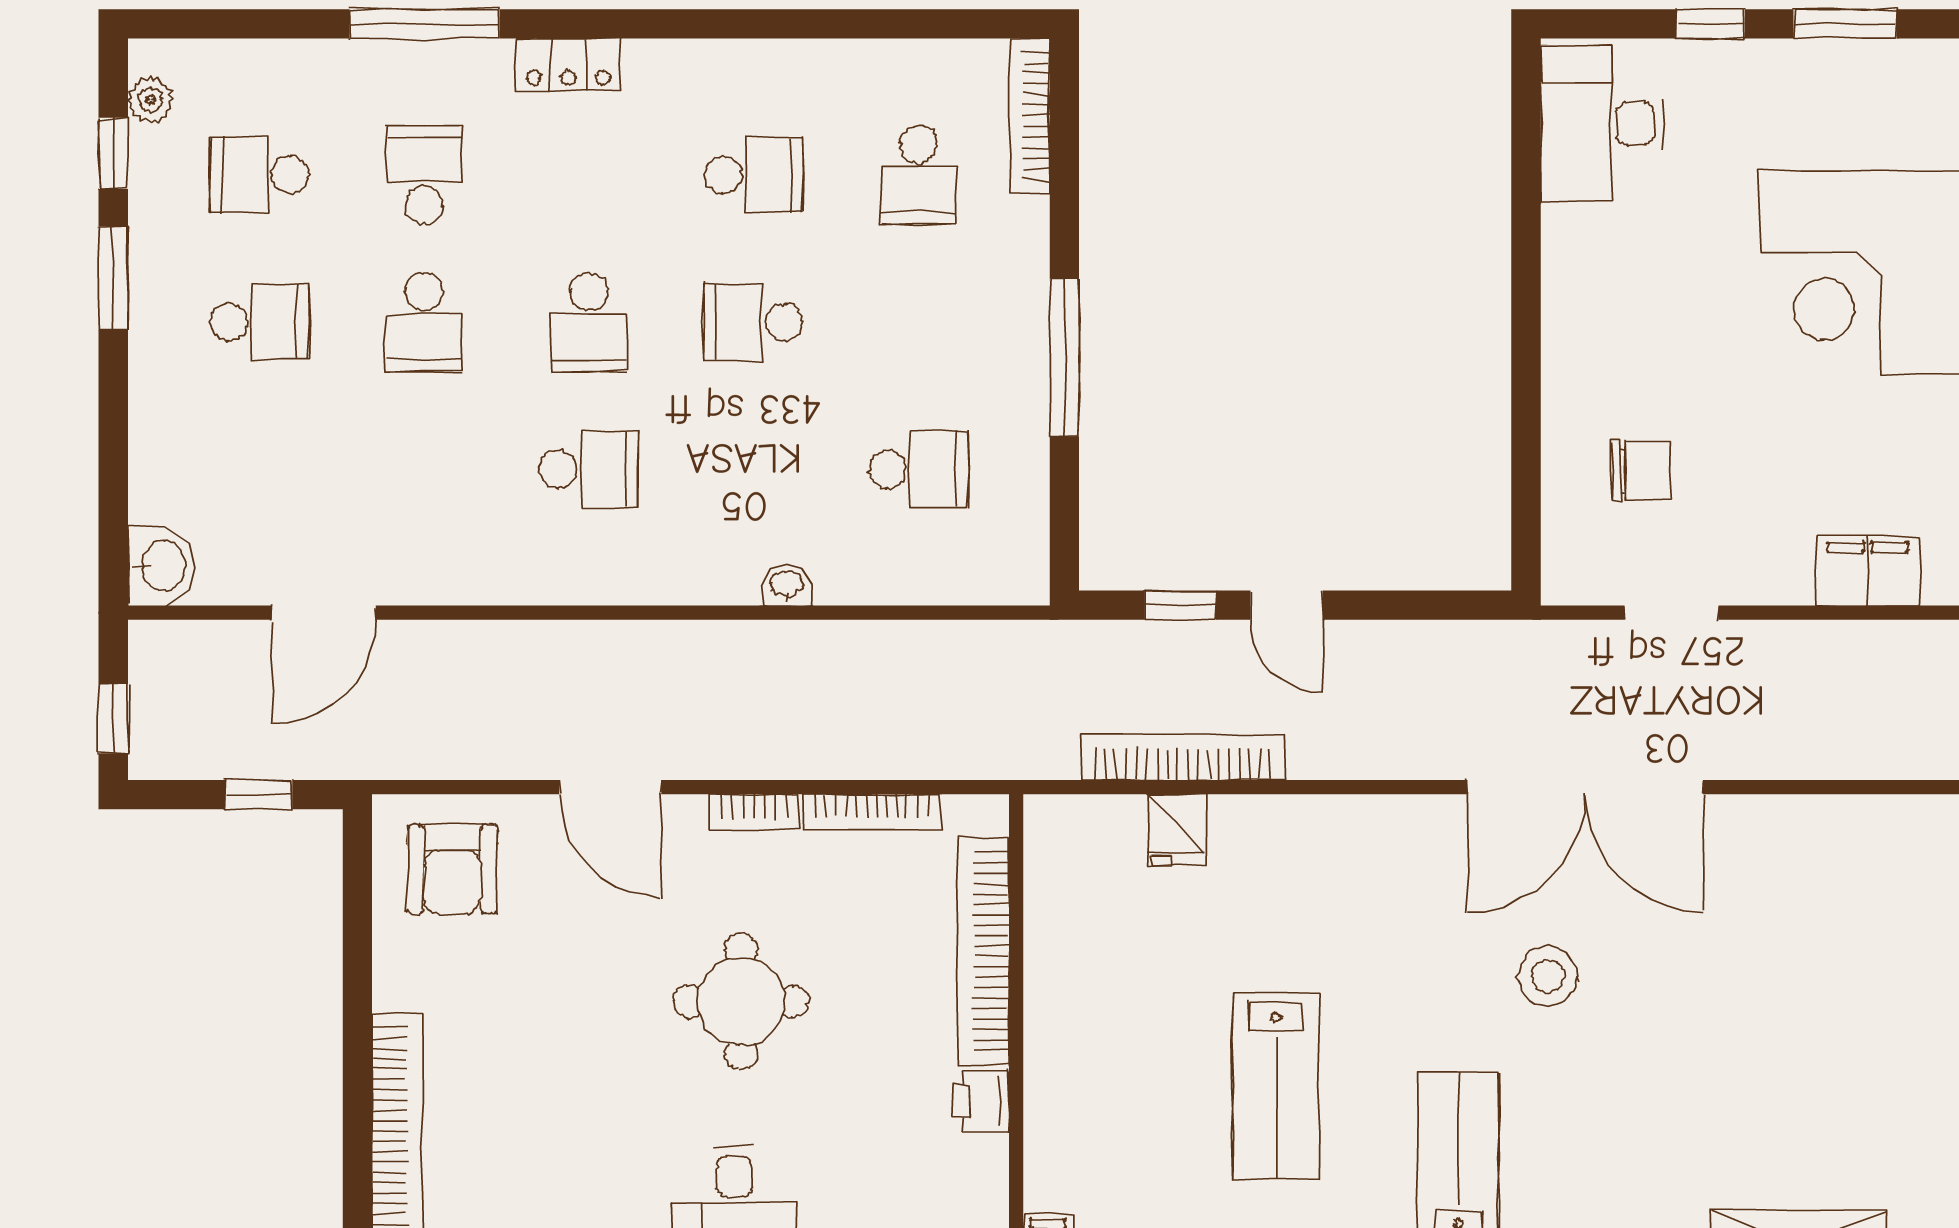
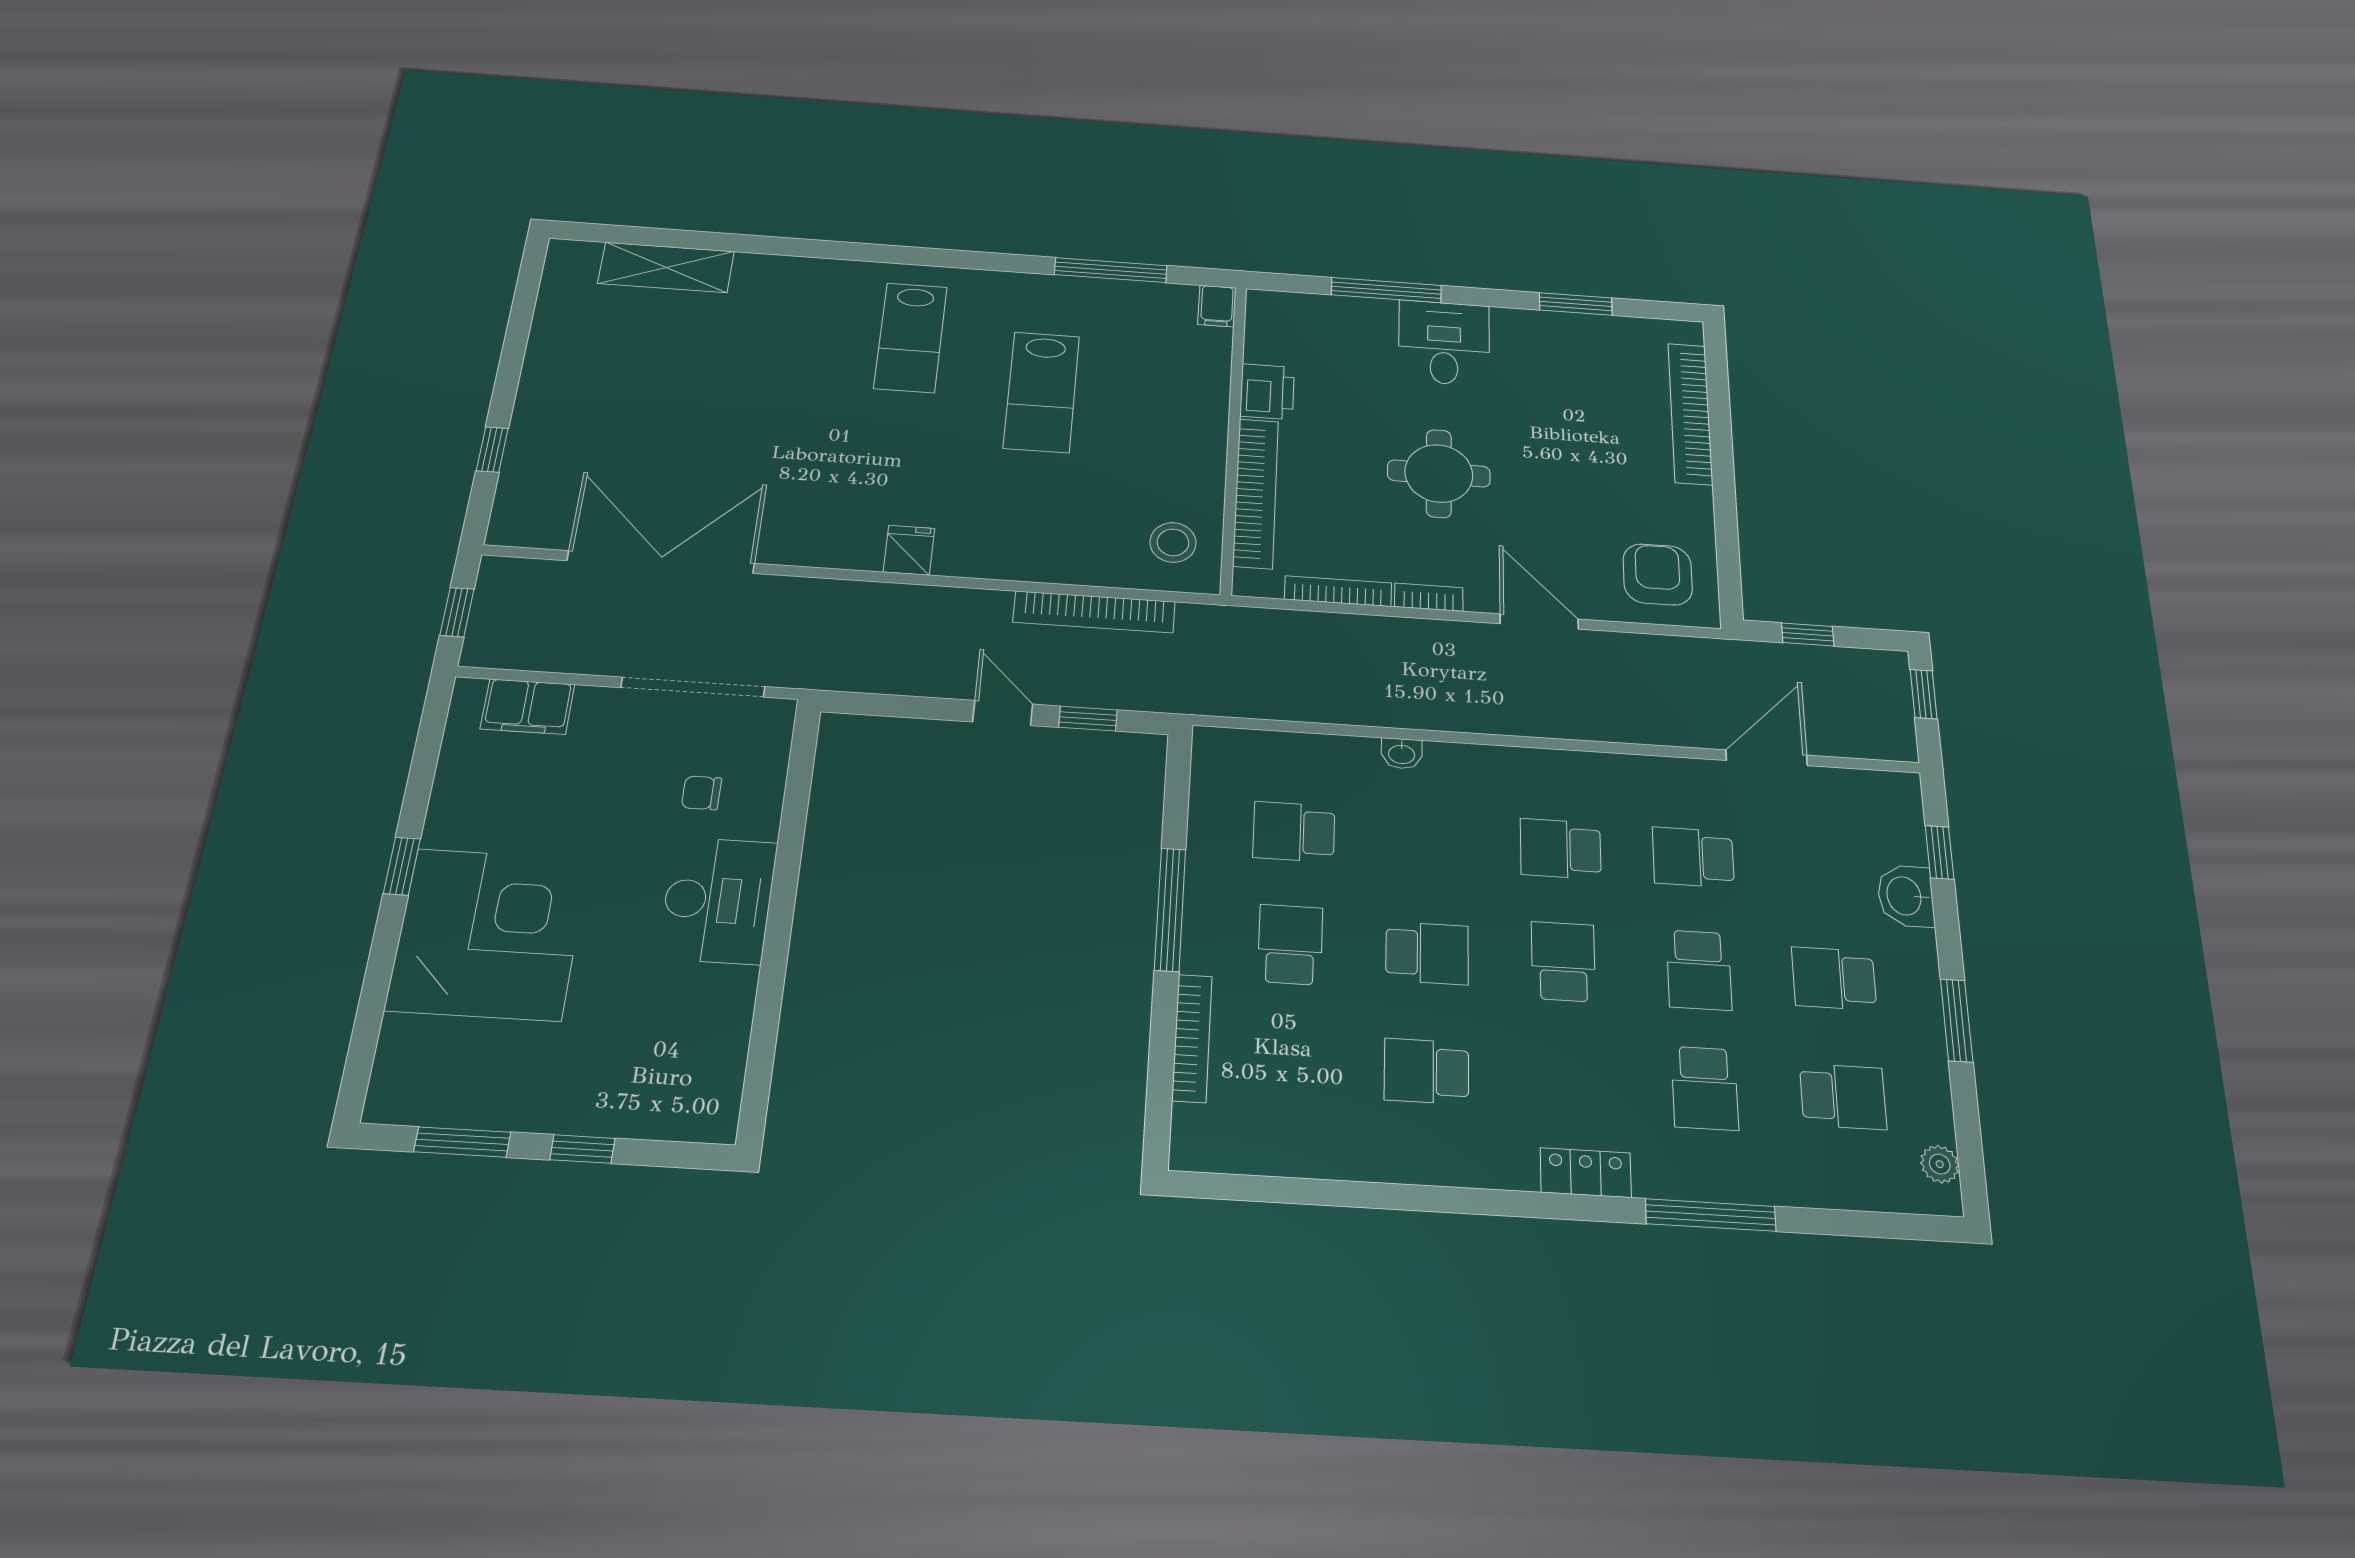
bookcase: (1030, 116) -> (1192, 1038), moved
desk: (1602, 124) -> (718, 900), moved
window: (113, 153) -> (1940, 852), moved
school desk: (918, 175) -> (1290, 945), moved
school desk: (424, 322) -> (1699, 970), turned 180
school desk: (424, 469) -> (1693, 857), added
chair: (1641, 471) -> (701, 793), width x0.73, depth x0.73
washbasin: (162, 566) -> (1906, 896), moved
doorway: (1671, 613) -> (693, 687), width x1.87
double door: (1585, 787) -> (661, 562), moved
fridge: (1177, 829) -> (909, 550), moved
stool: (1548, 976) -> (1173, 542), moved
lab bench: (1276, 1086) -> (1042, 392), turned 180
printer: (981, 1101) -> (1267, 392), width x1.36, depth x1.24

